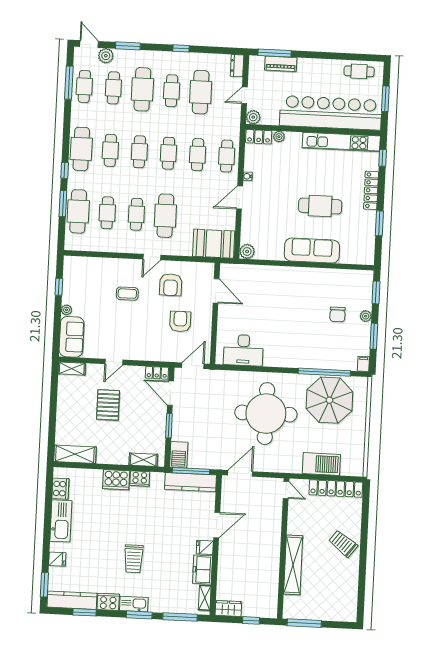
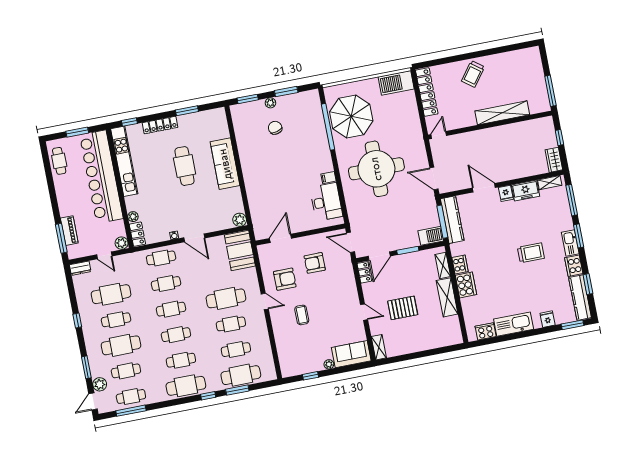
chair: (337, 314) -> (275, 128), turned -104
filing cabinet: (363, 364) -> (329, 178), moved
shelving: (75, 454) -> (447, 297), moved
barbecue: (321, 464) -> (396, 83), moved, turned -90

